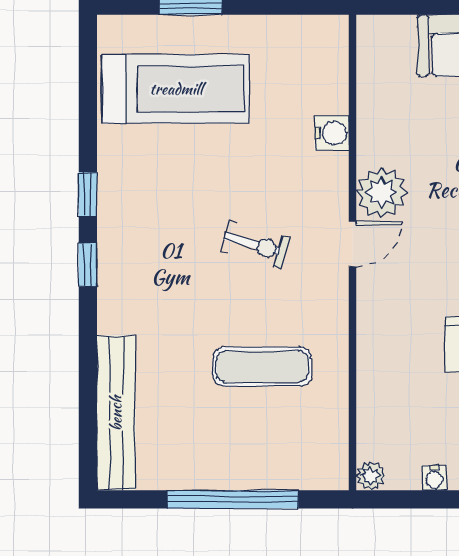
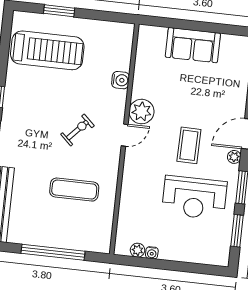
exercise bike: (255, 245) -> (77, 130), turned -63
plant: (371, 476) -> (138, 250), moved

